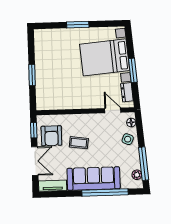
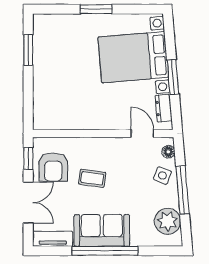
window: (32, 75) -> (28, 50), moved
window: (144, 164) -> (183, 190), moved
plant: (137, 175) -> (168, 221), width x1.87, depth x1.87
sofa: (94, 179) -> (102, 230), width x0.73
window: (105, 192) -> (105, 251), moved

